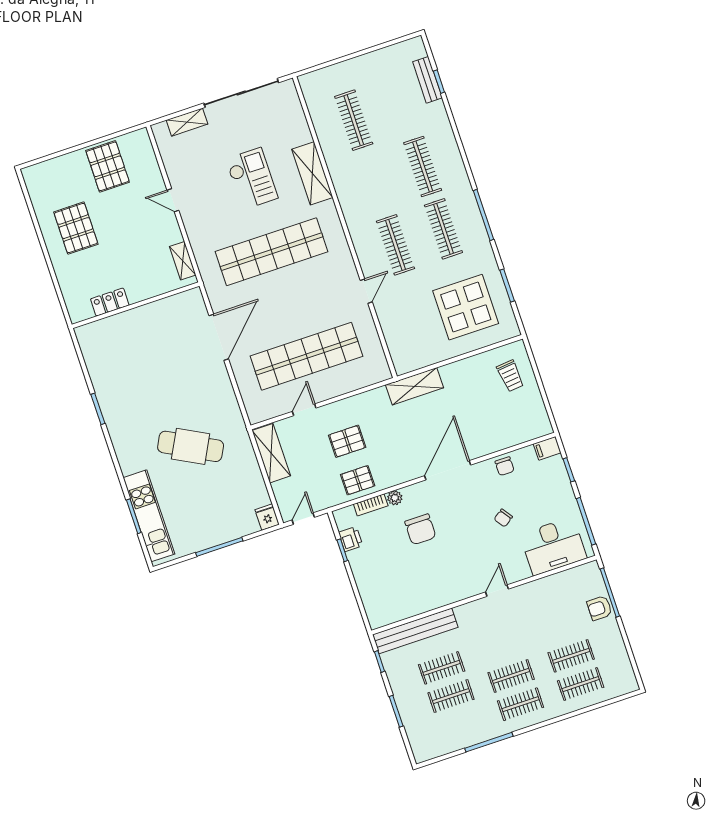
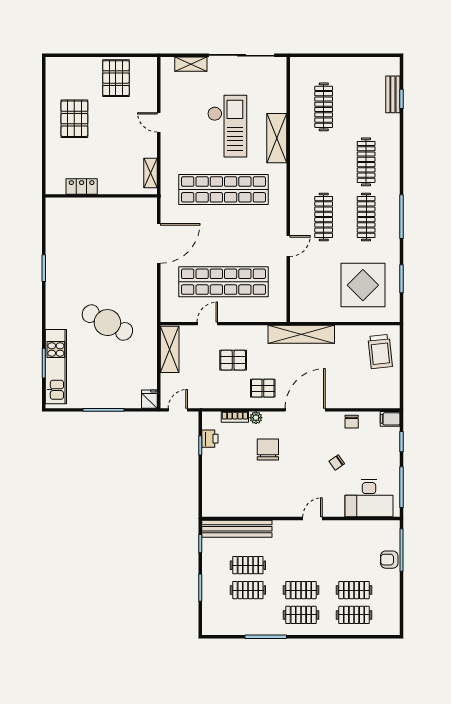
checkout: (252, 179) -> (227, 126), width x1.36, depth x1.21
trolley: (510, 376) -> (380, 352), width x1.36, depth x1.39
shelving: (415, 386) -> (301, 334), width x1.47
pallet: (358, 480) -> (263, 388), moved
chair: (420, 529) -> (268, 449), turned 180

